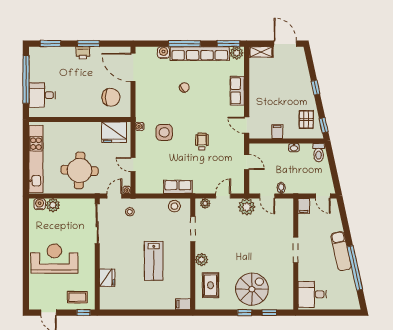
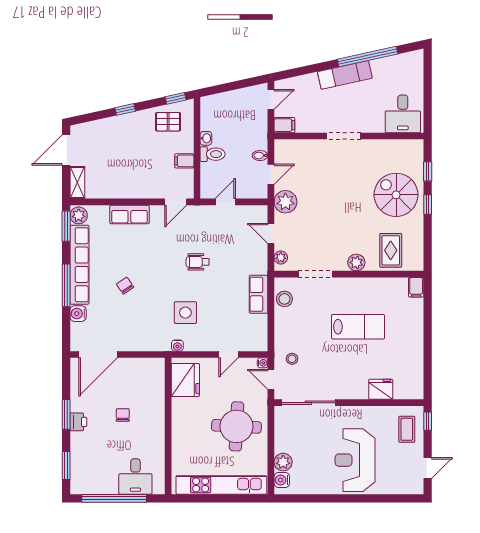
chair: (111, 97) -> (123, 415), moved, width x0.54, depth x0.54
toilet: (319, 153) -> (213, 154), moved
rug: (211, 285) -> (391, 250), turned 90

